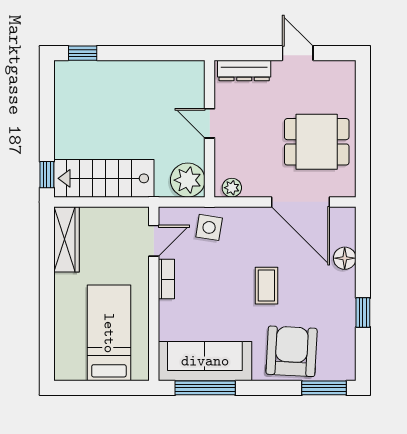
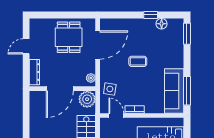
door: (210, 123) -> (60, 89), width x1.88
floor lamp: (345, 258) -> (162, 24), moved
armchair: (292, 351) -> (169, 49), removed

